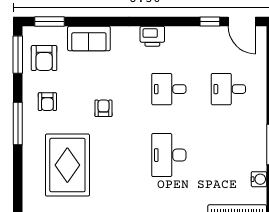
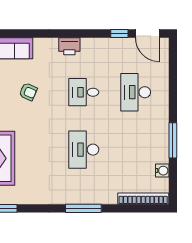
desk: (228, 89) -> (136, 92), width x1.37
armchair: (103, 108) -> (28, 92), moved, turned 114

